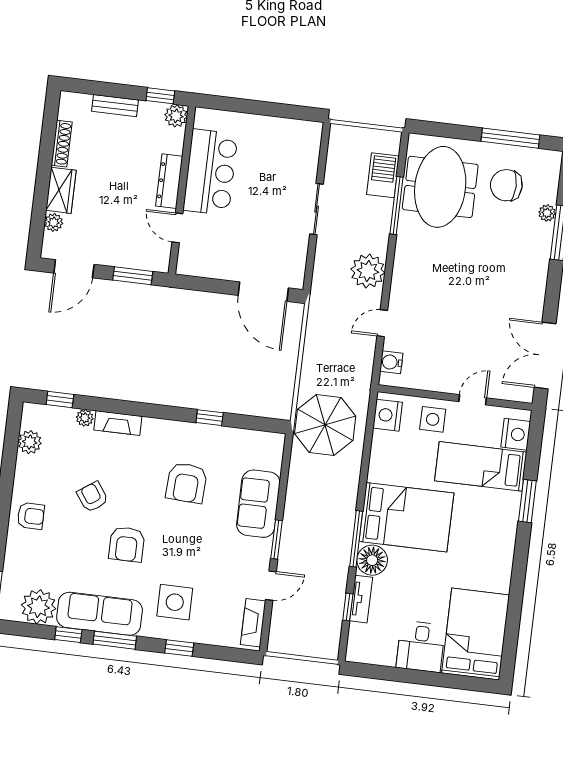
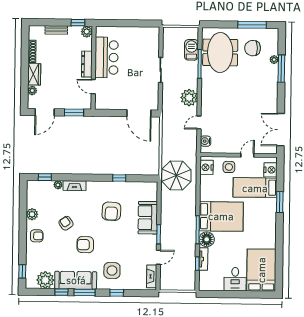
plant: (30, 442) -> (32, 214), moved
armchair: (127, 544) -> (85, 245), turned 90

